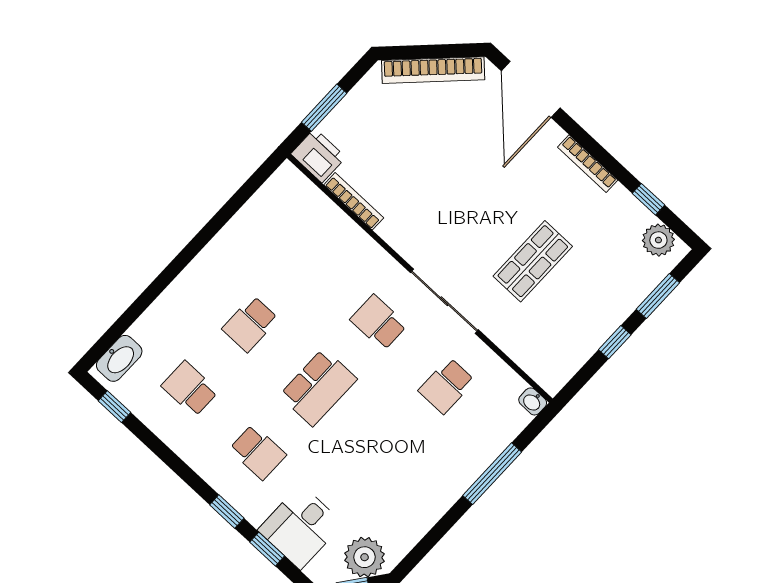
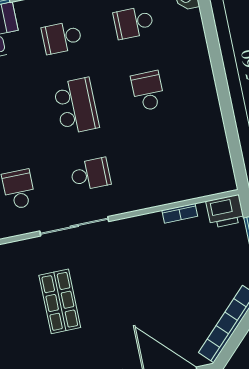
bookcase: (354, 201) -> (180, 213), width x0.64
school desk: (318, 387) -> (76, 106), turned 180
school desk: (190, 389) -> (134, 23), turned 180

